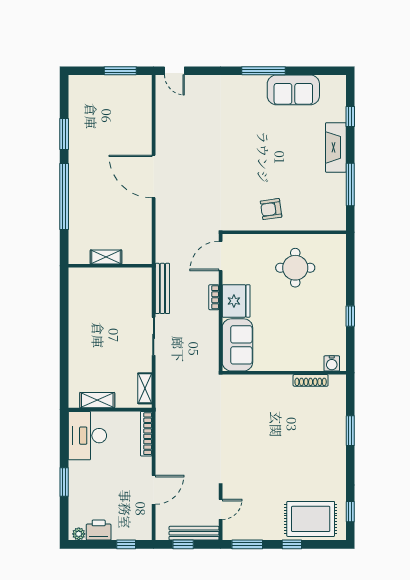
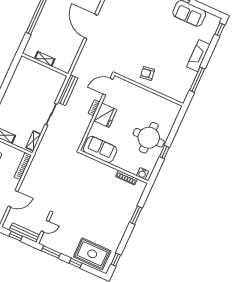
window: (350, 117) -> (220, 30), moved
round table: (295, 268) -> (149, 138), moved, width x1.36, depth x1.36
sofa: (237, 345) -> (100, 149), moved, turned -90

